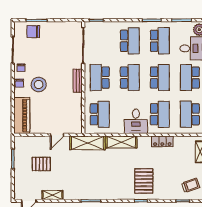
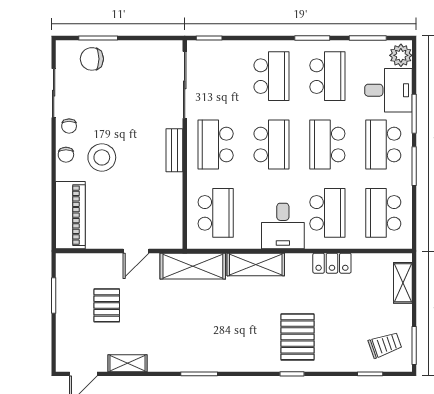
school desk: (160, 78) -> (327, 145), turned 180
pallet: (41, 164) -> (107, 305), turned 90

